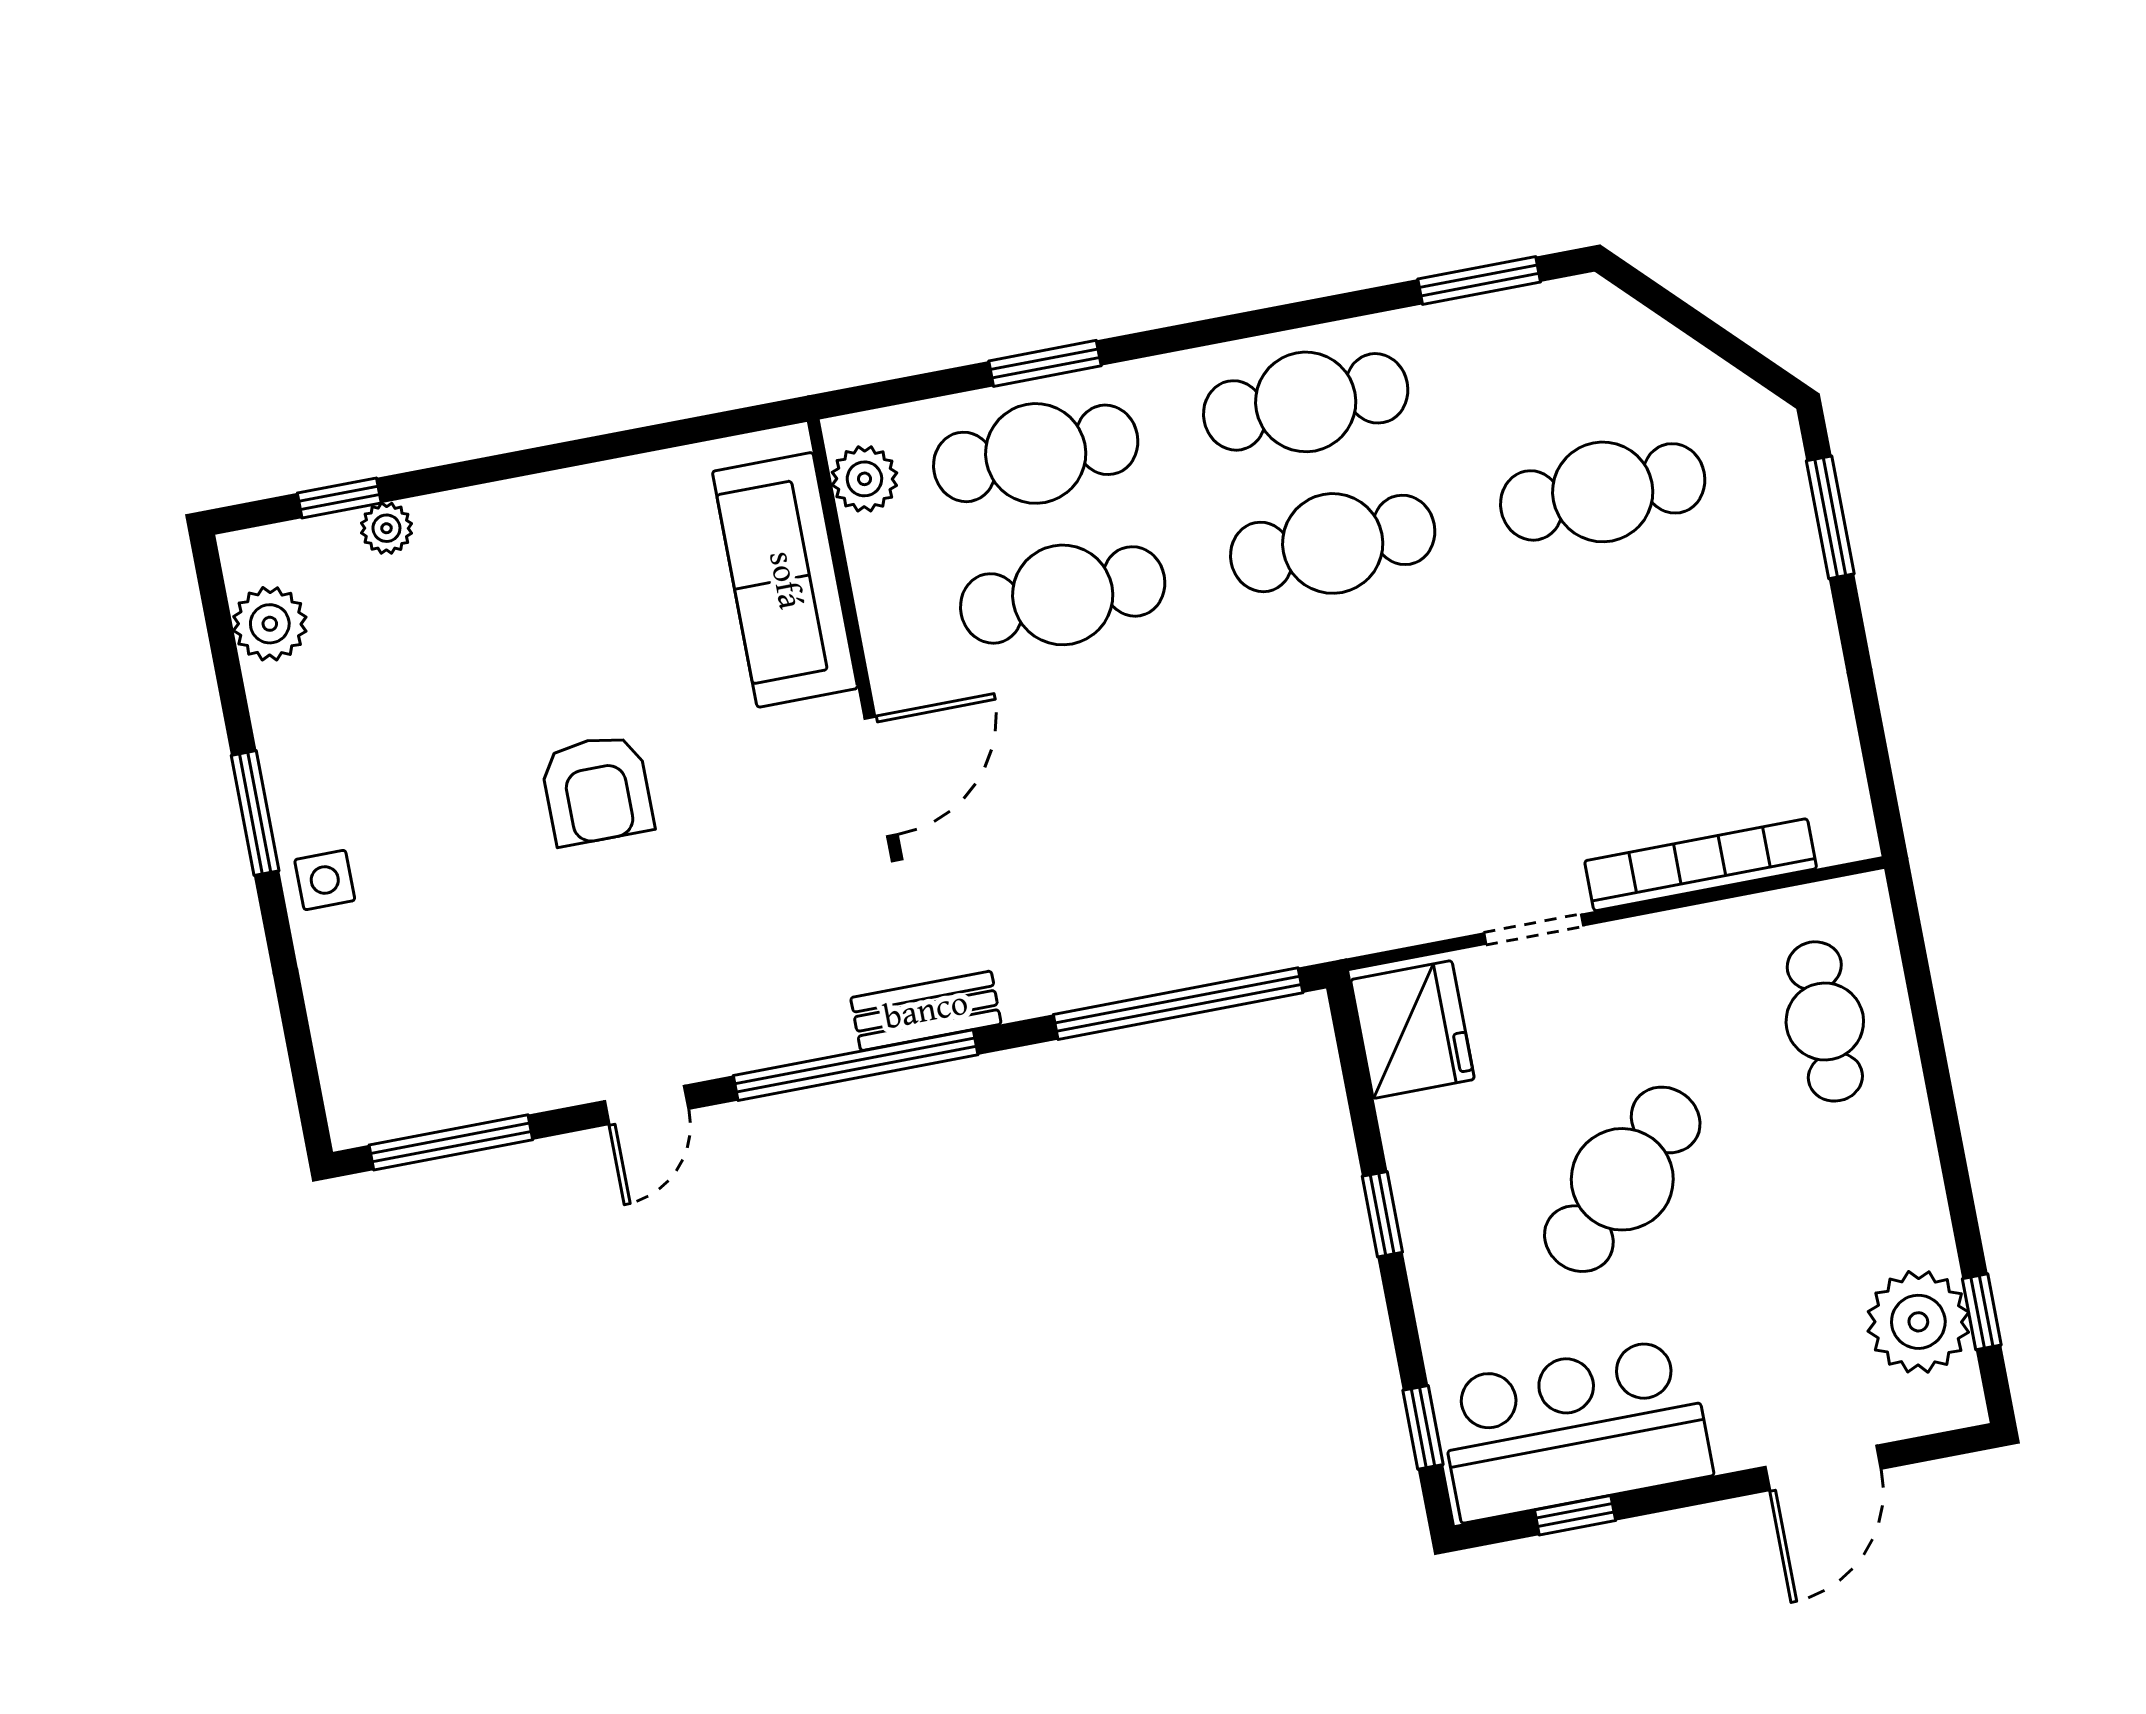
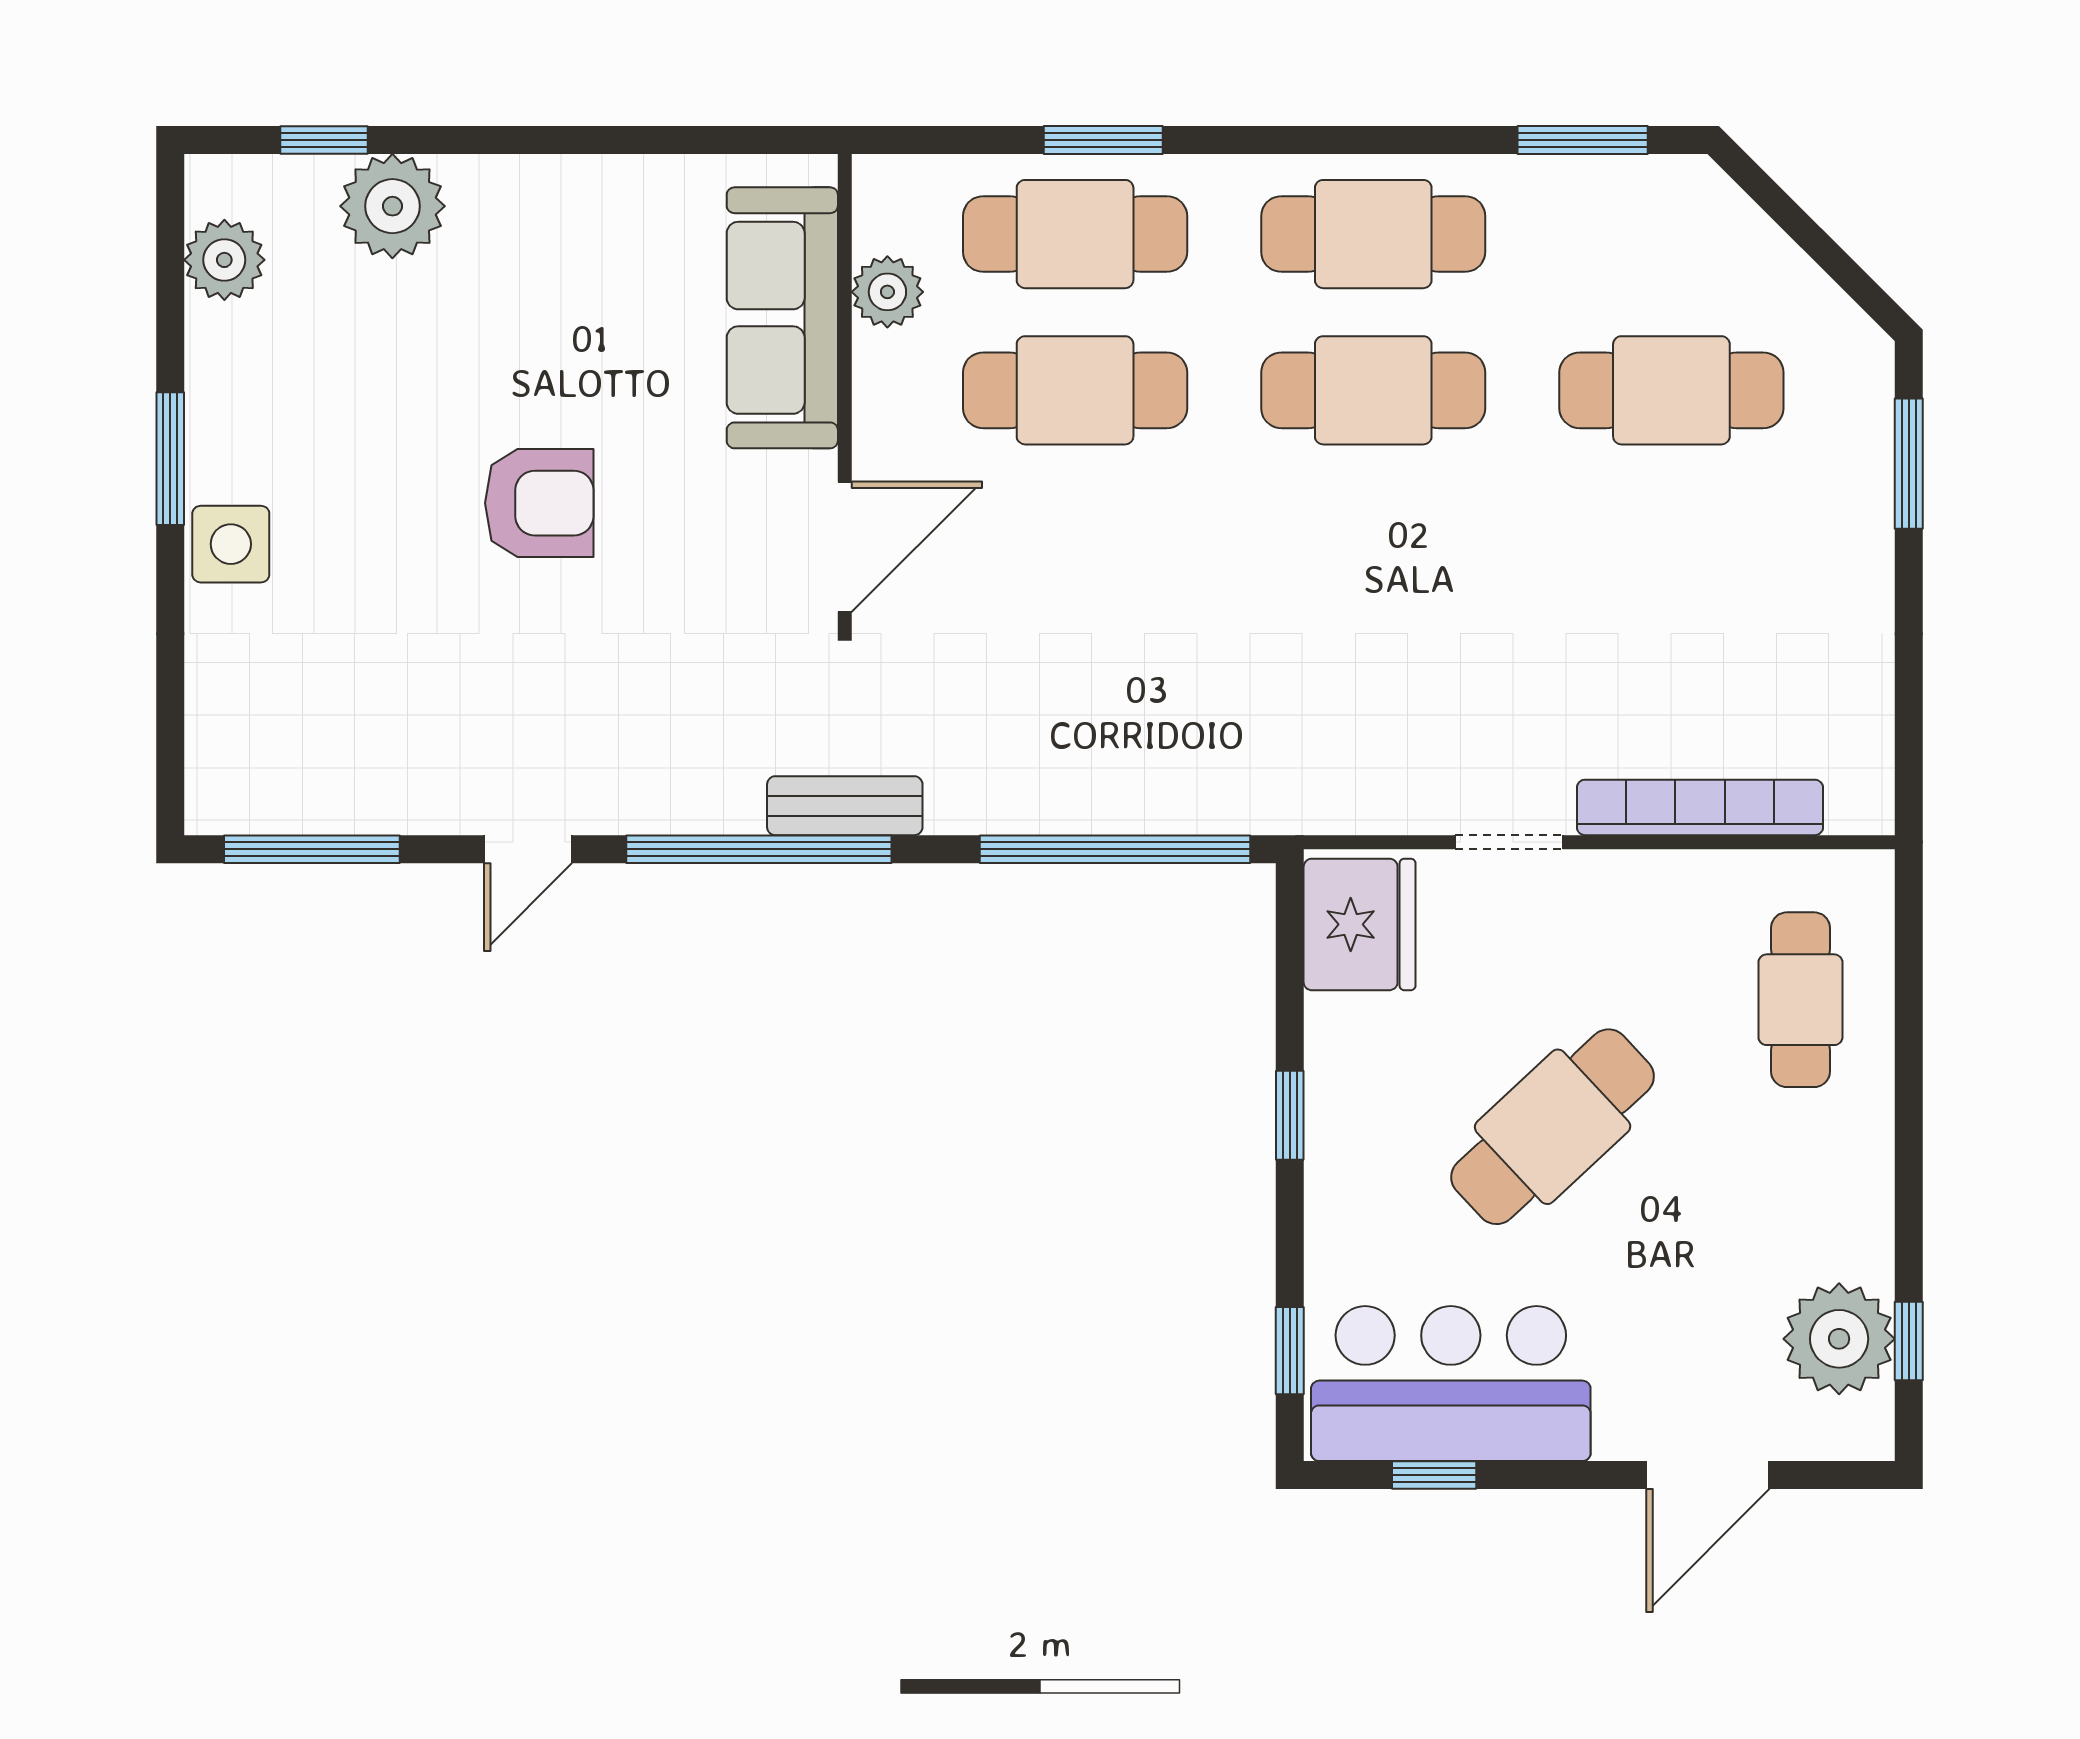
plant: (864, 479) -> (887, 292), moved
plant: (386, 528) -> (392, 206), width x1.88, depth x1.88
armchair: (597, 790) -> (539, 503), turned -90
side table: (325, 880) -> (231, 544), width x1.37, depth x1.37

